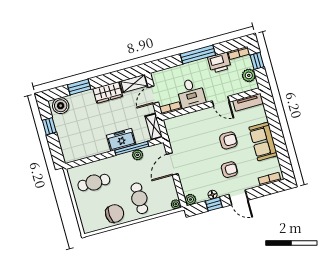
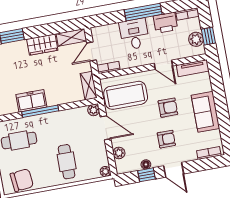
window: (257, 61) -> (208, 36), moved
desk: (191, 93) -> (134, 34), moved, turned 180
coffee table: (188, 133) -> (126, 95), added
freezer: (121, 140) -> (31, 101), moved
window: (132, 148) -> (40, 111), moved
plant: (138, 155) -> (94, 110), moved
door: (172, 164) -> (105, 128), swing flipped
plant: (190, 200) -> (119, 153), moved
chair: (115, 214) -> (22, 180), moved

